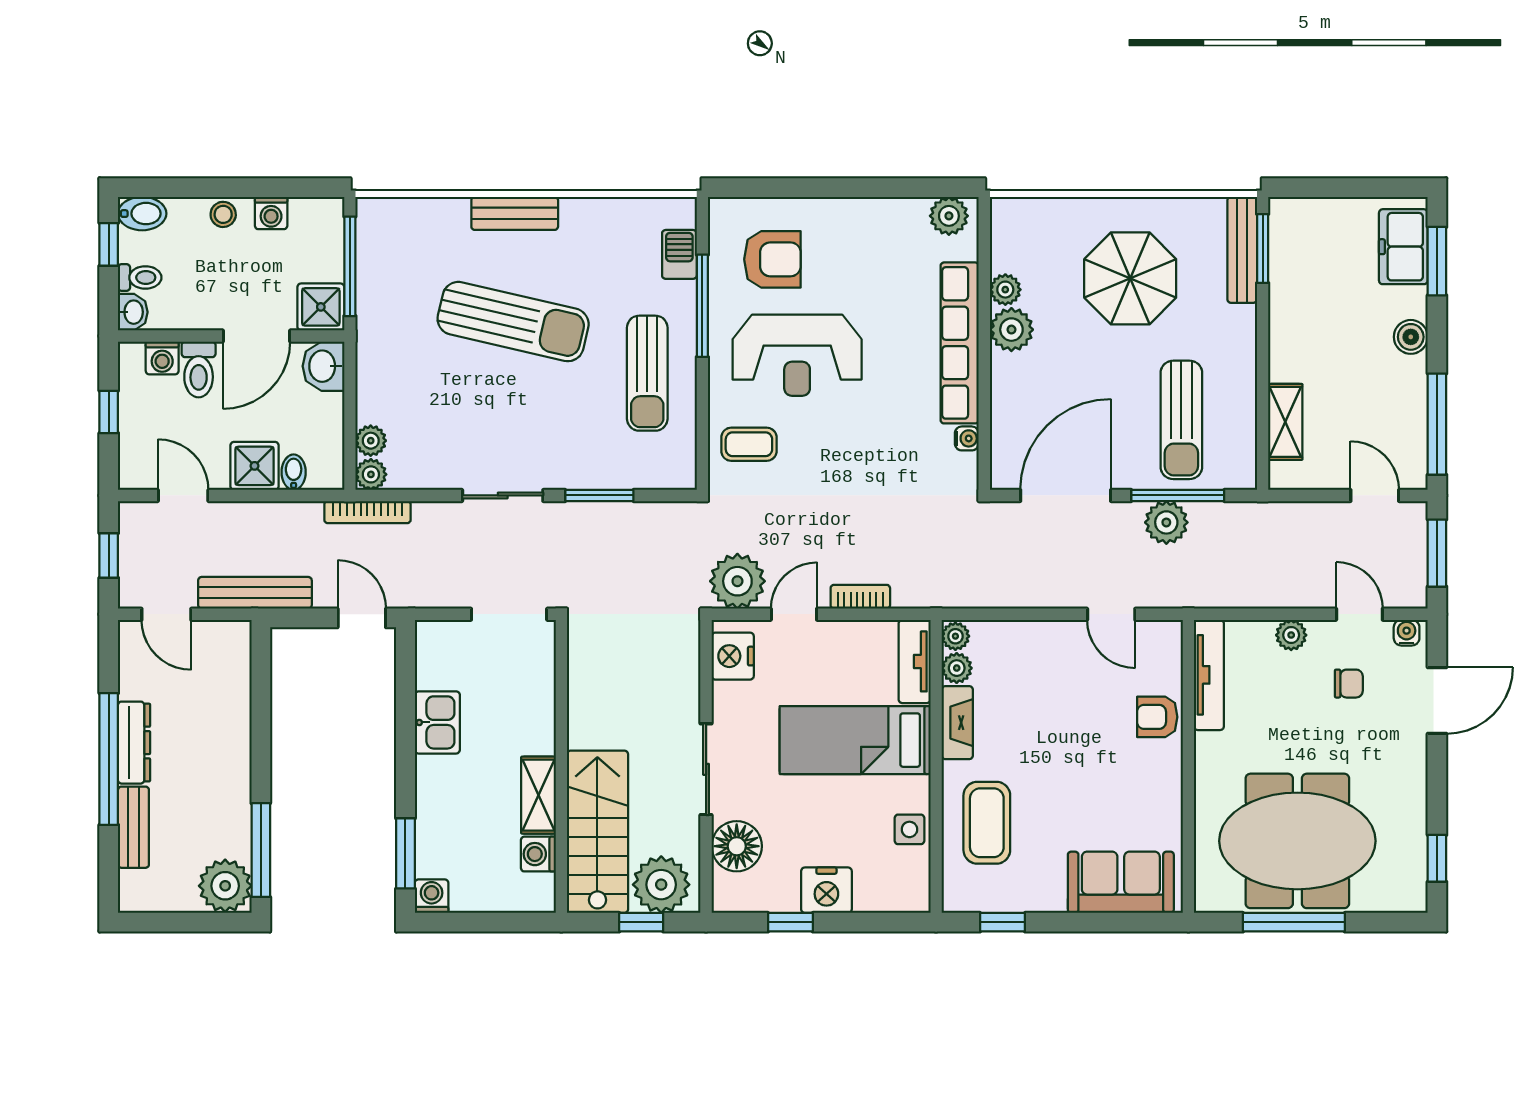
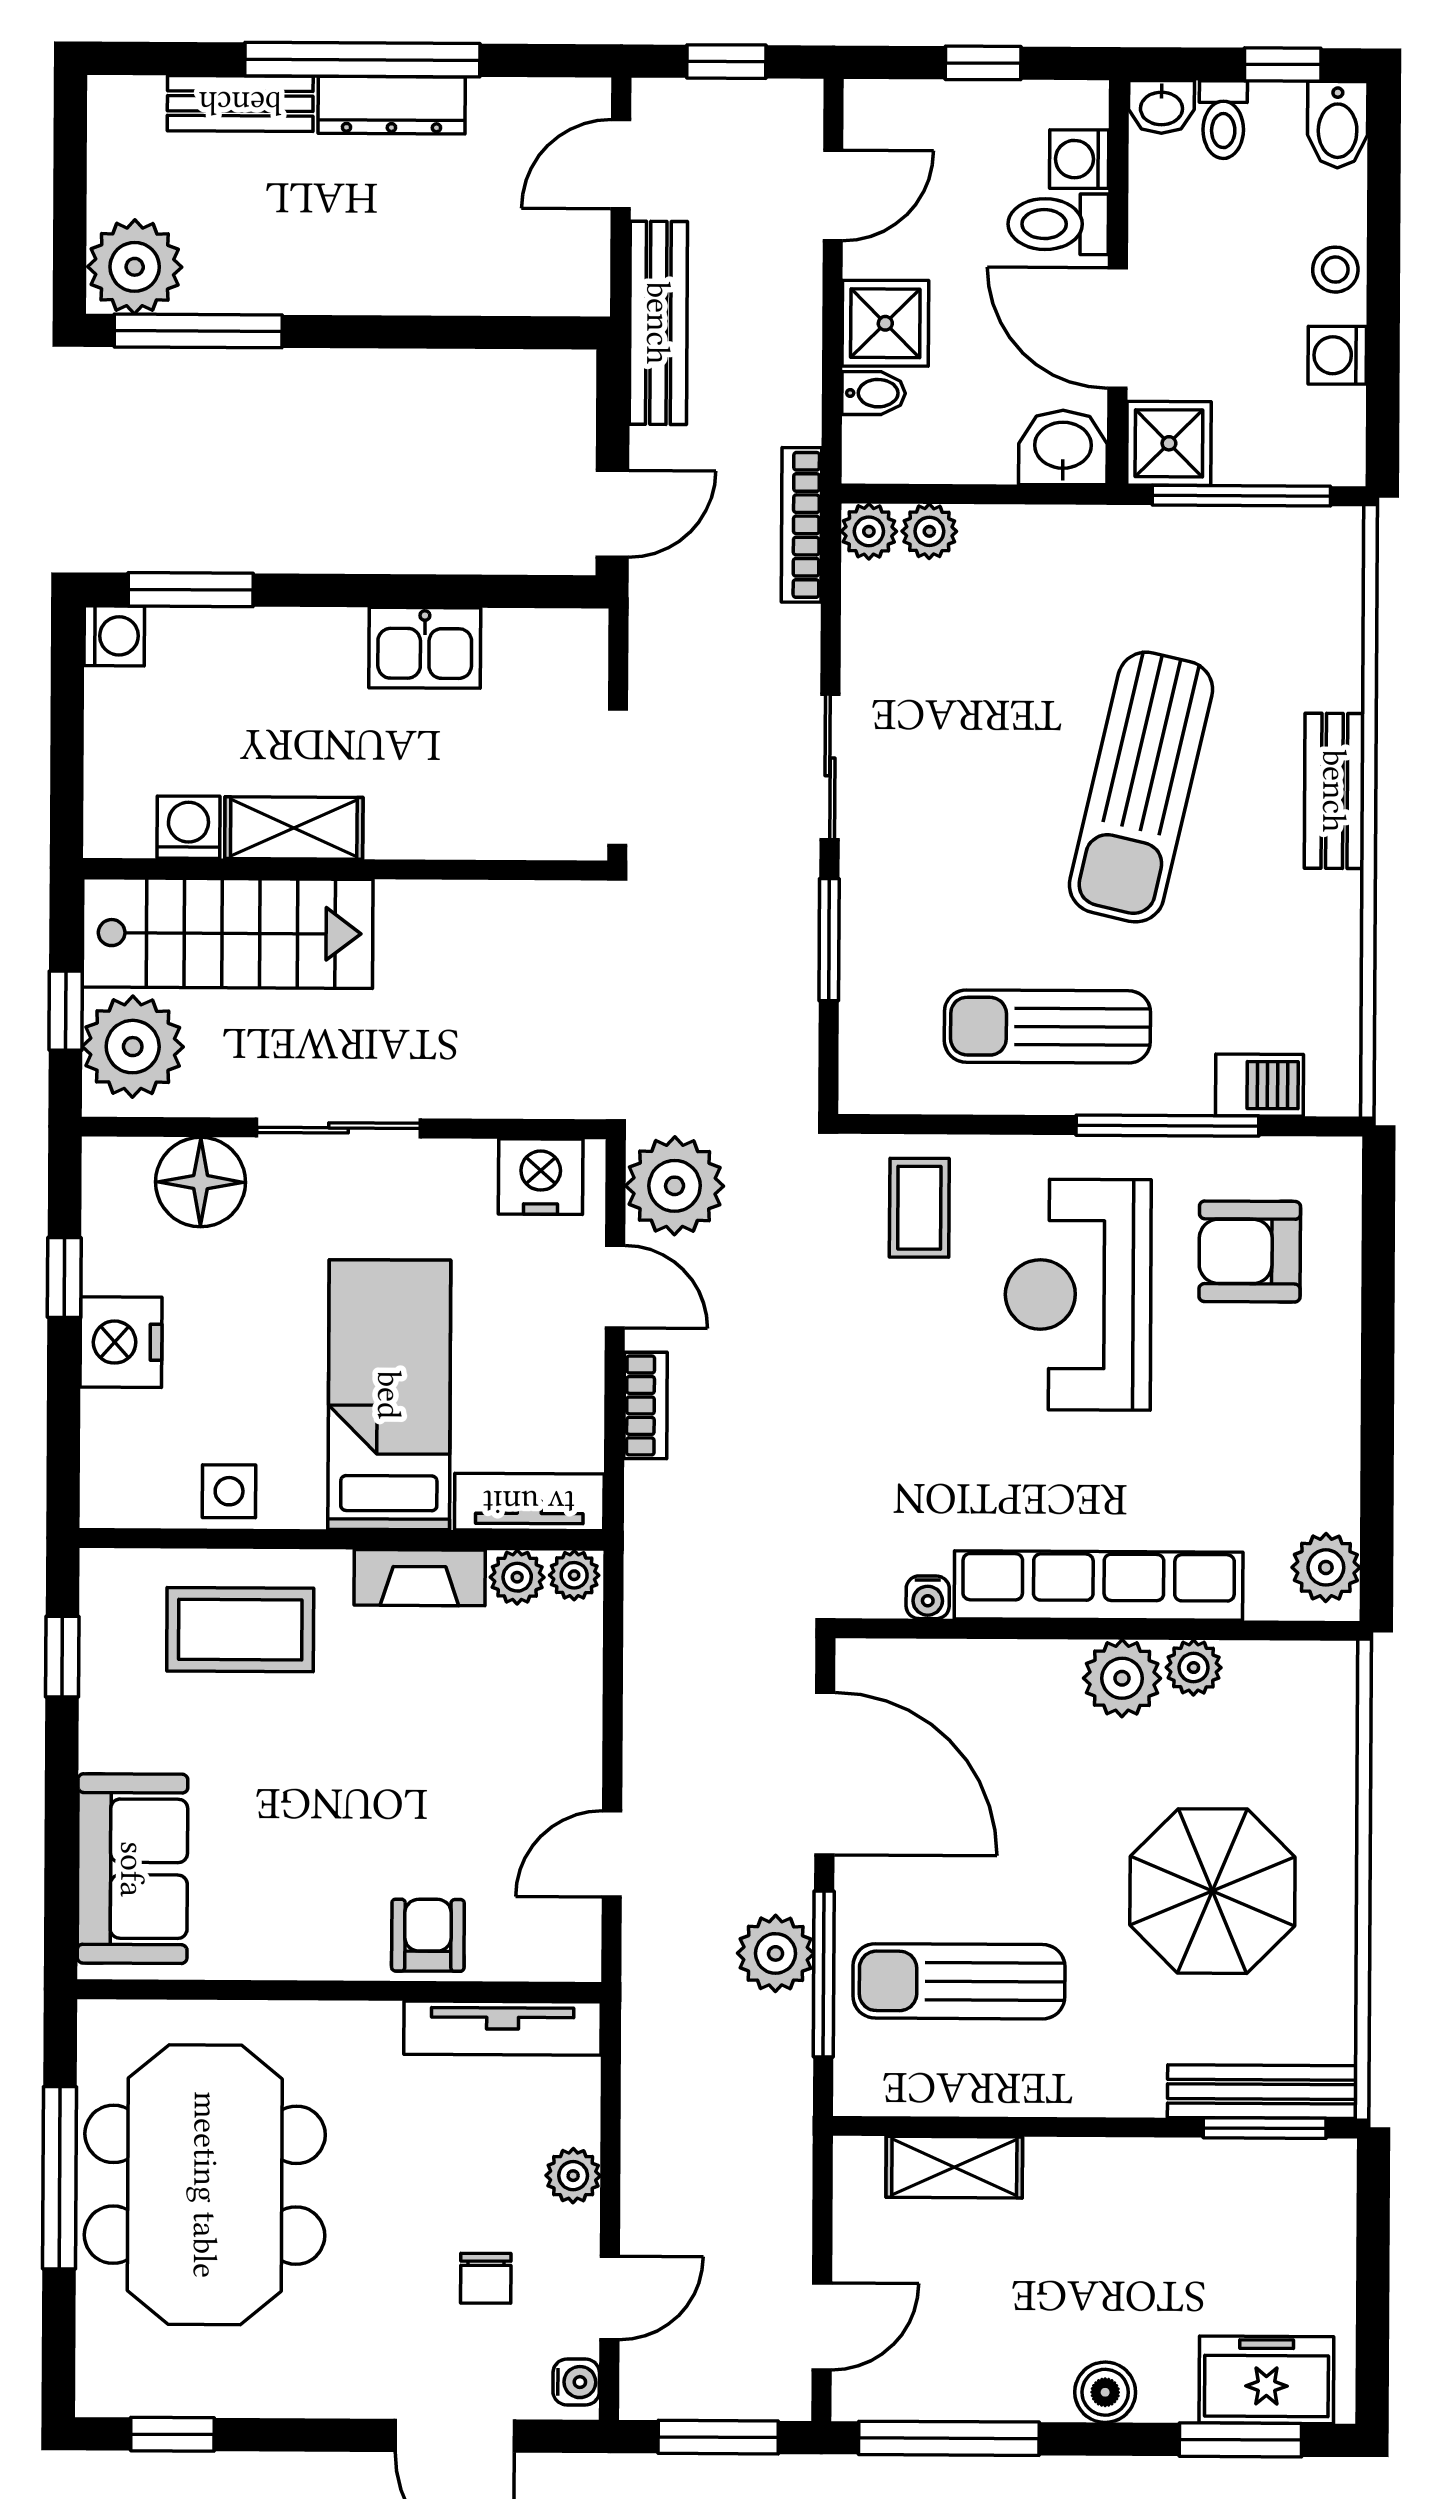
armchair: (772, 259) -> (1250, 1251), turned 90

